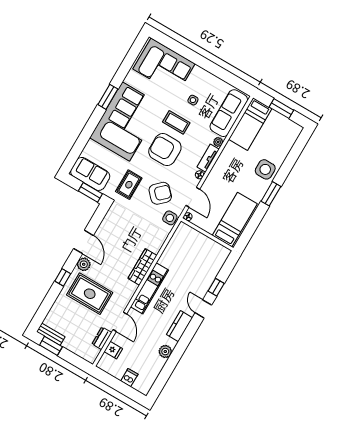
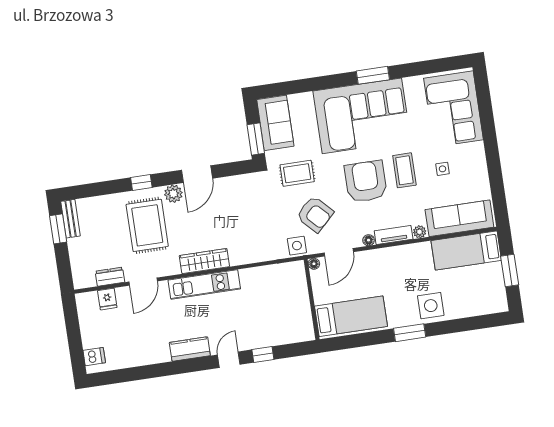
wardrobe: (142, 267) -> (204, 261), moved
plant: (165, 352) -> (151, 356), removed
dishwasher: (129, 378) -> (94, 357), moved

